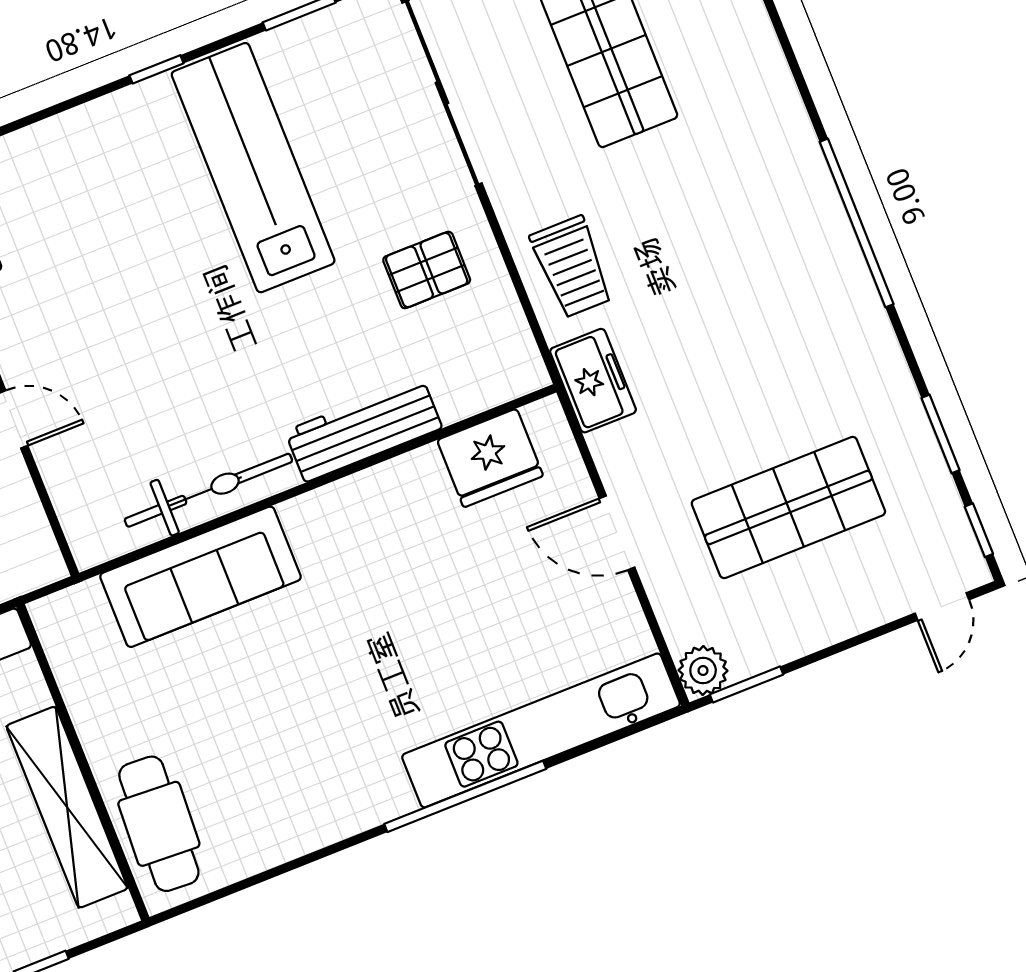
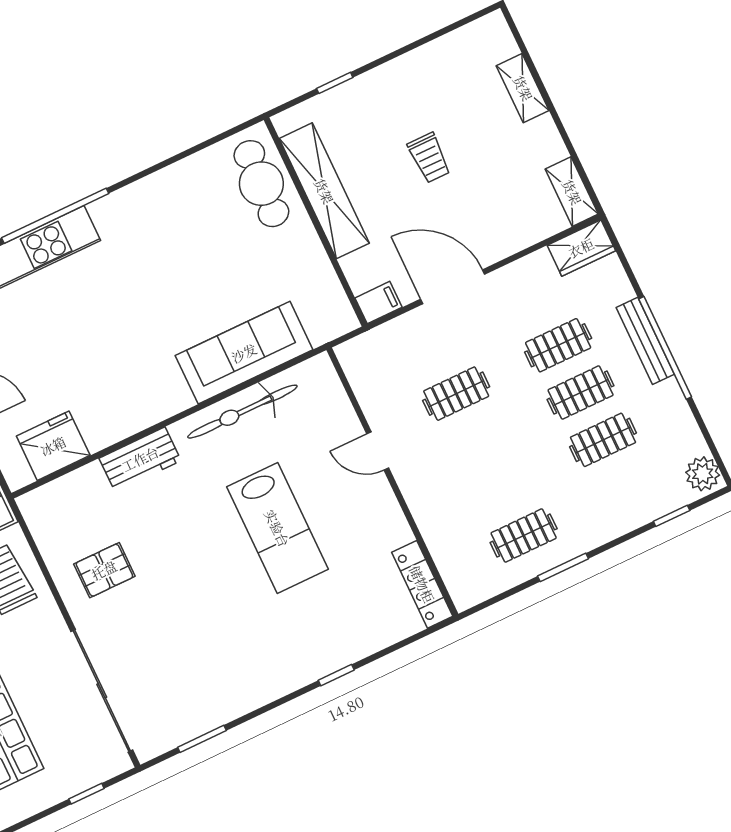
window: (156, 69) -> (336, 675), moved
lab bench: (253, 168) -> (277, 528), moved, width x0.73
workbench: (364, 430) -> (140, 459), width x0.73

